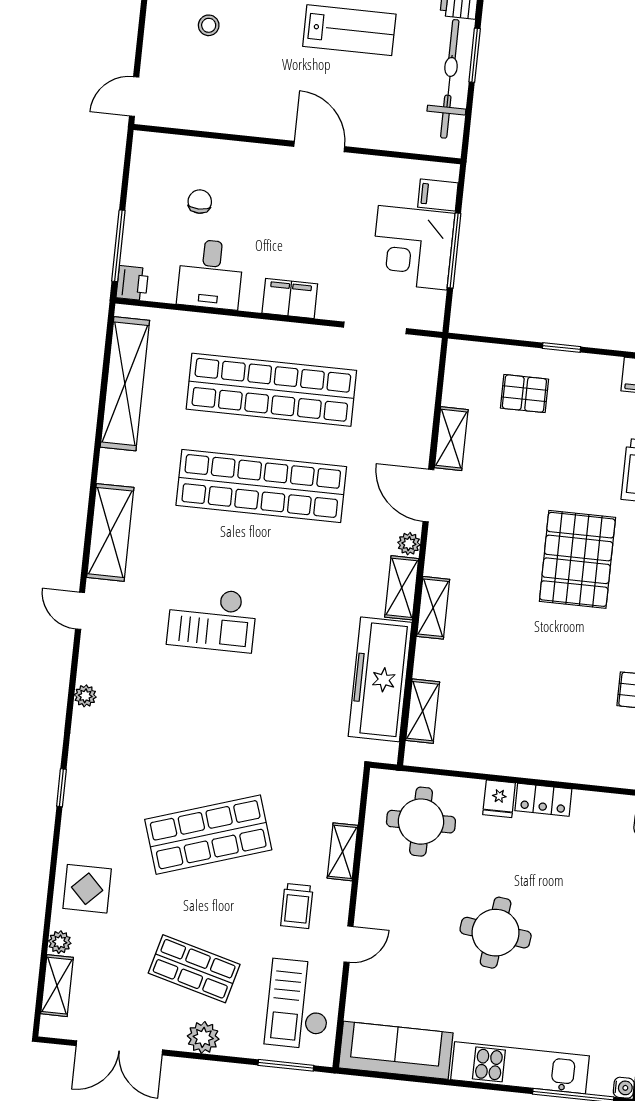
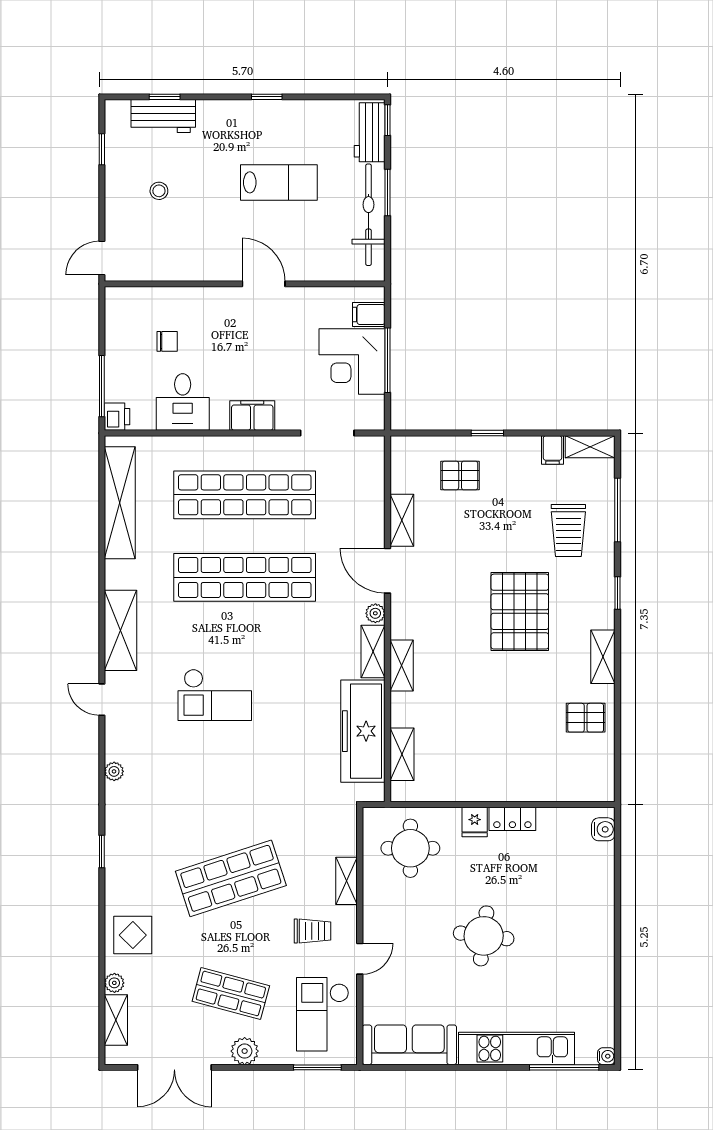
chair: (200, 202) -> (167, 341), turned 90
trolley: (297, 906) -> (312, 931), turned -90

